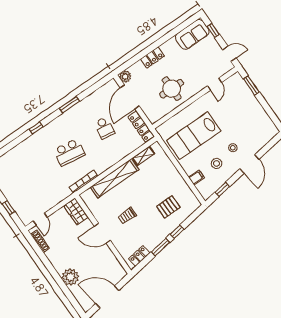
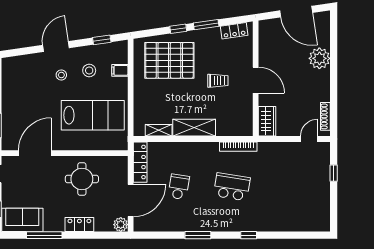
window: (171, 34) -> (44, 235), added
door: (214, 84) -> (35, 153), width x1.87
shelving: (115, 178) -> (194, 128), width x0.68
pallet: (168, 207) -> (169, 60), width x2.05, depth x2.00

